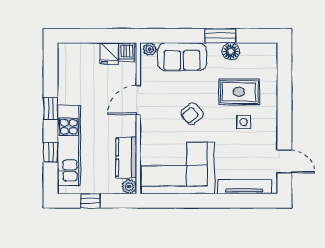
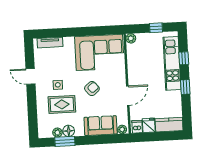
window: (220, 36) -> (65, 141), moved
plant: (248, 50) -> (57, 133), added
kitchen counter: (126, 157) -> (169, 125), moved, turned -90
door: (284, 161) -> (30, 76), moved
tv unit: (244, 187) -> (50, 43), width x0.71

